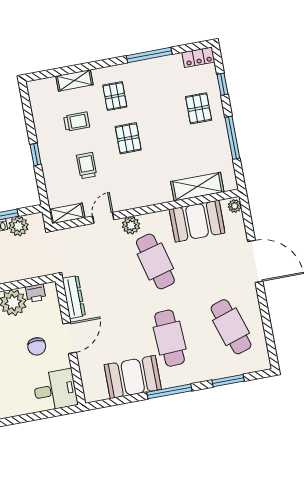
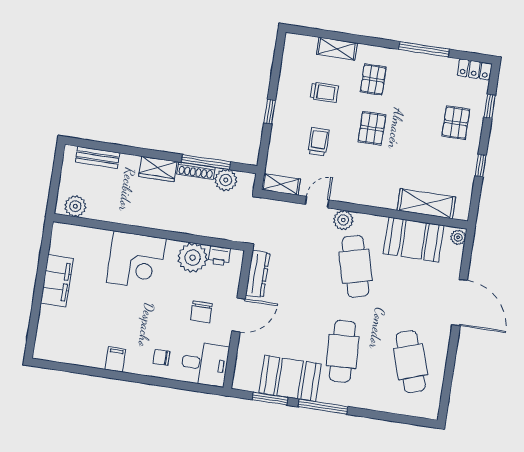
window: (232, 138) -> (480, 166), width x0.46
window: (228, 381) -> (270, 399), moved
chair: (16, 397) -> (161, 357), added

